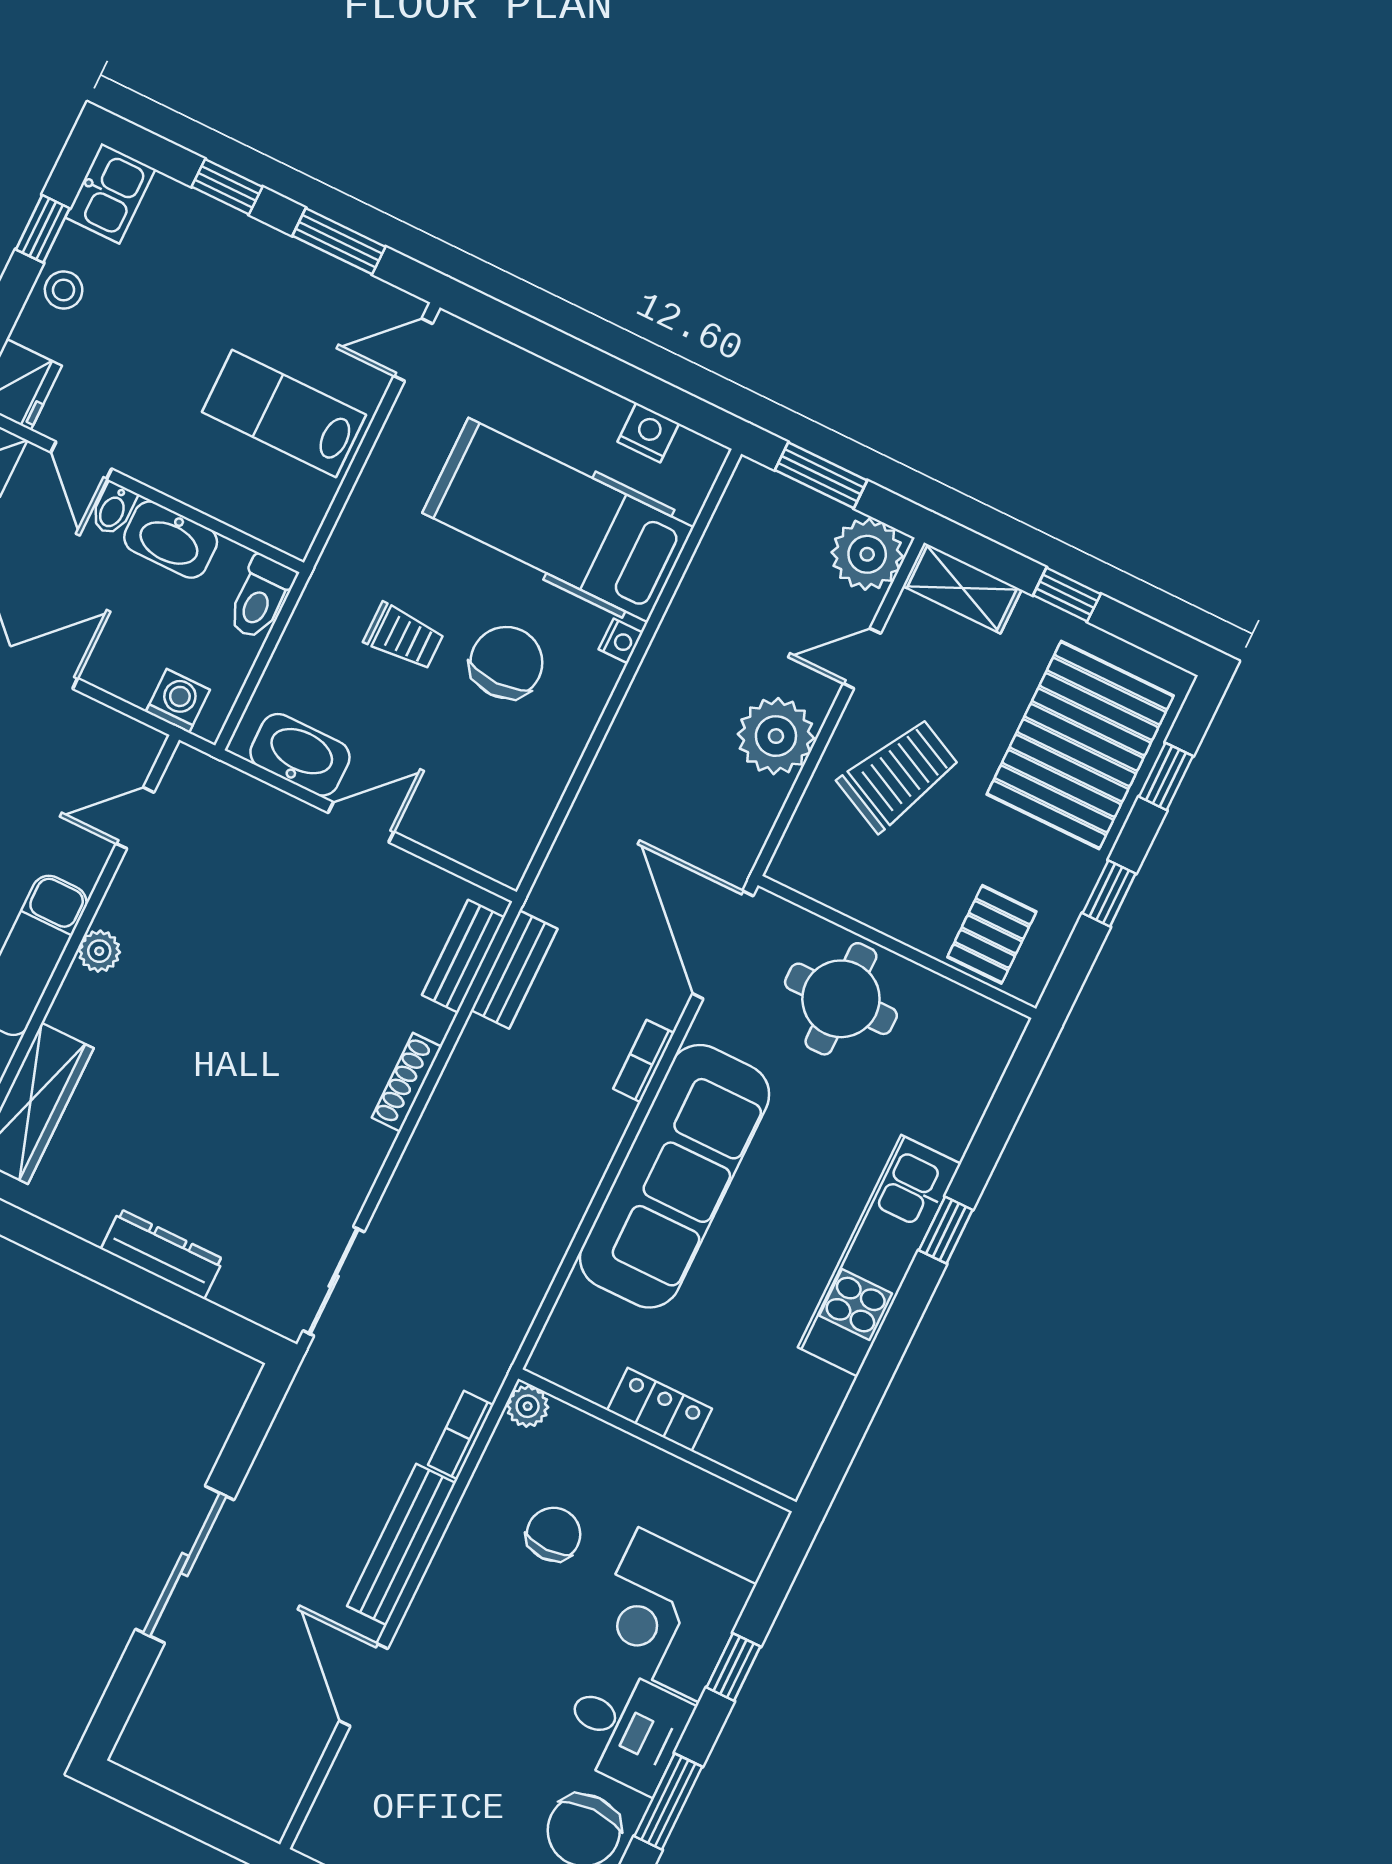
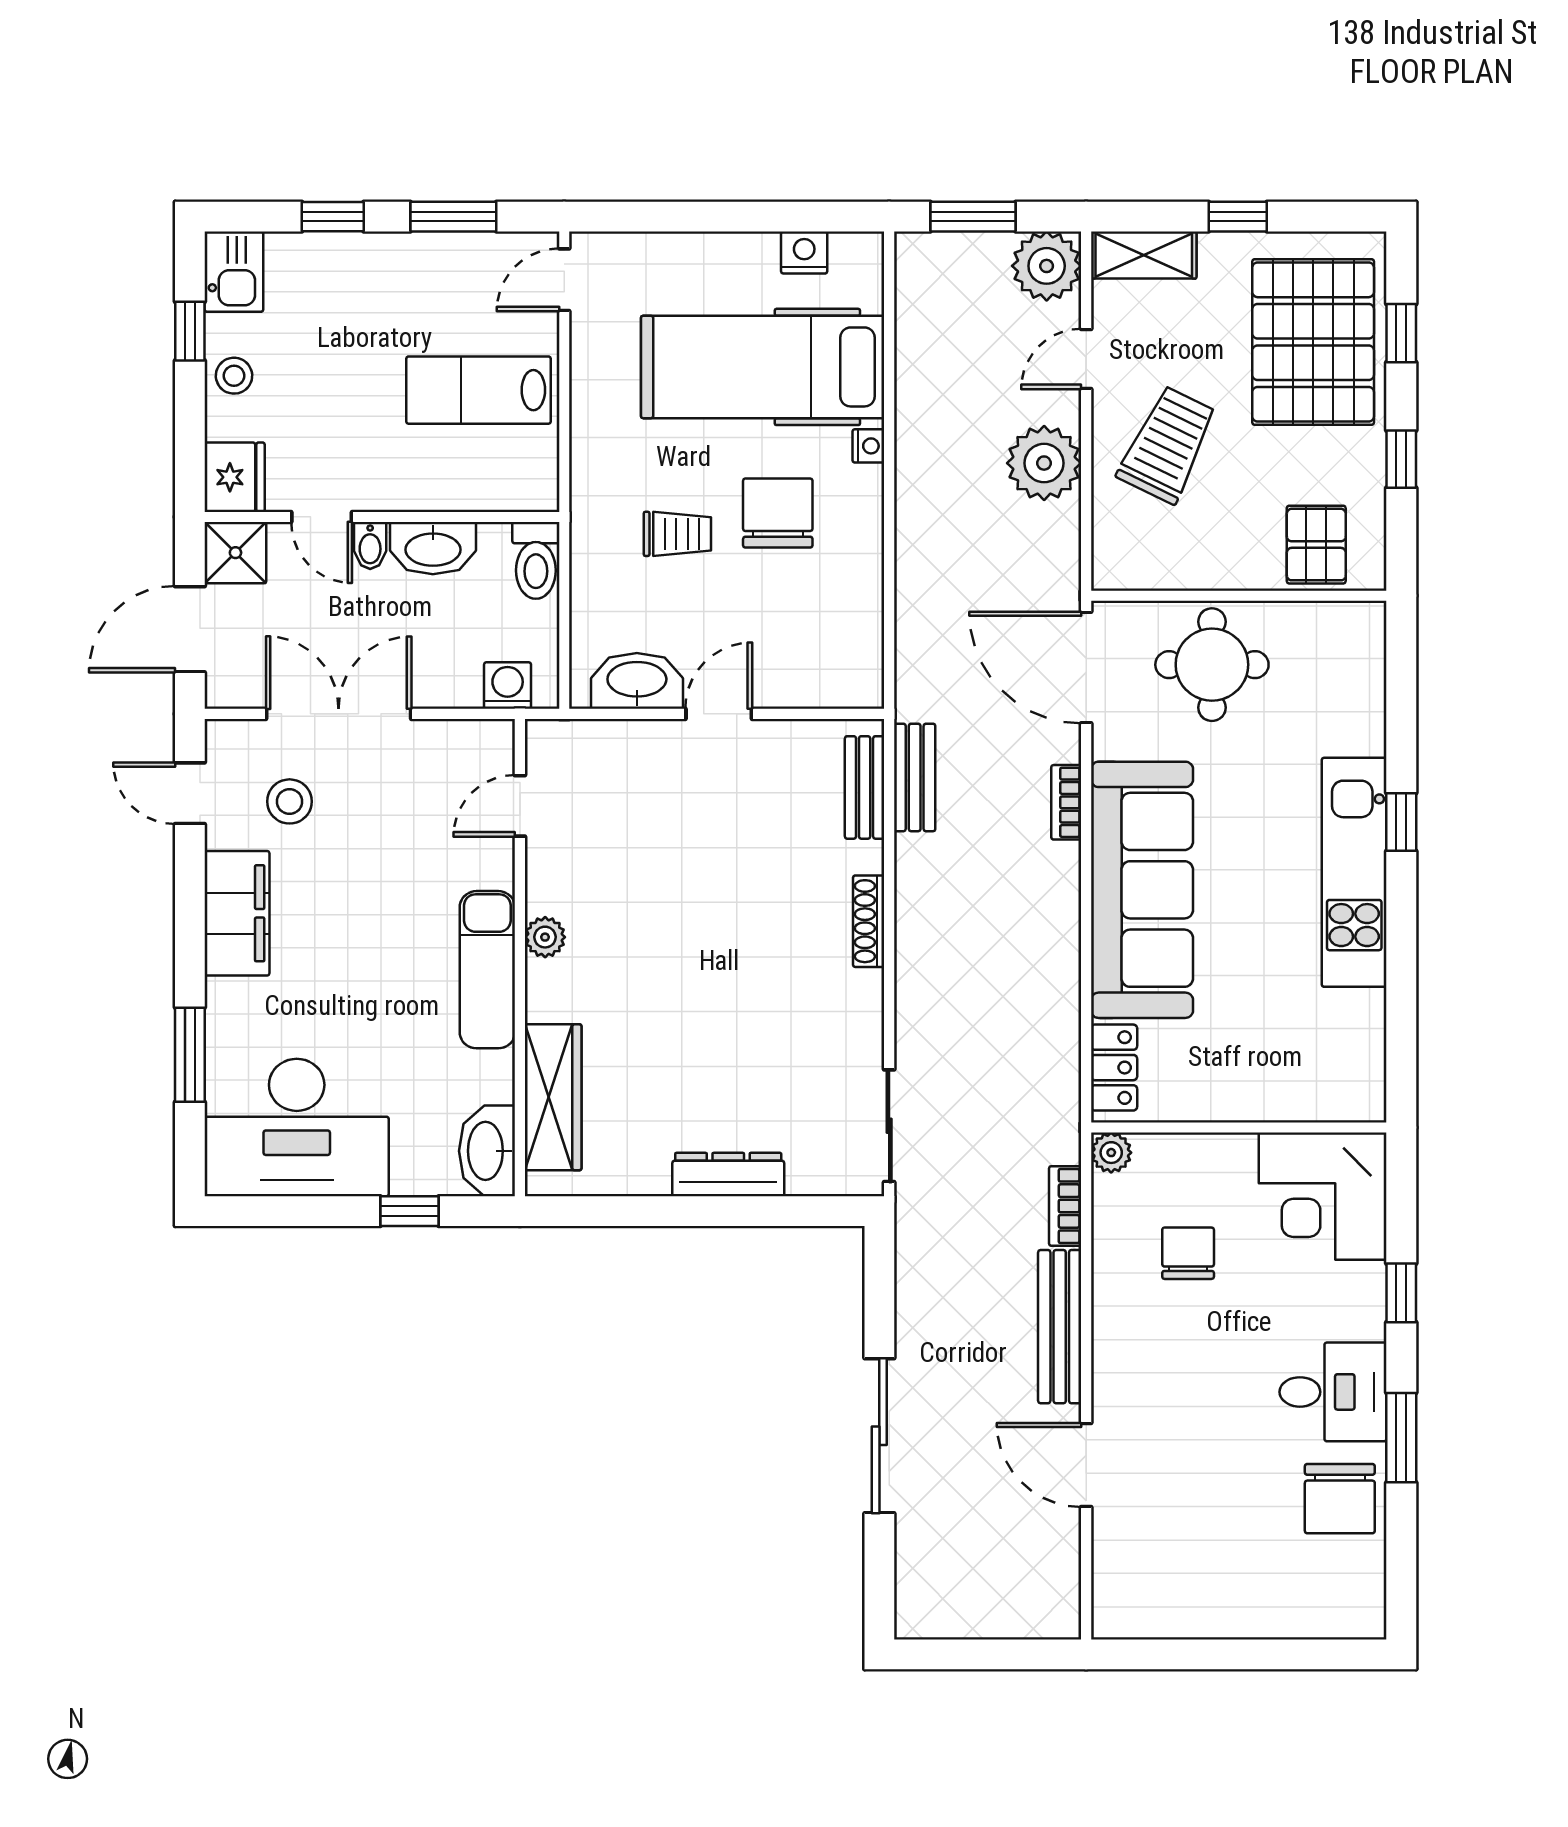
locker: (659, 1409) -> (1114, 1068), moved, turned 90
corner desk: (669, 1615) -> (1323, 1196), moved

